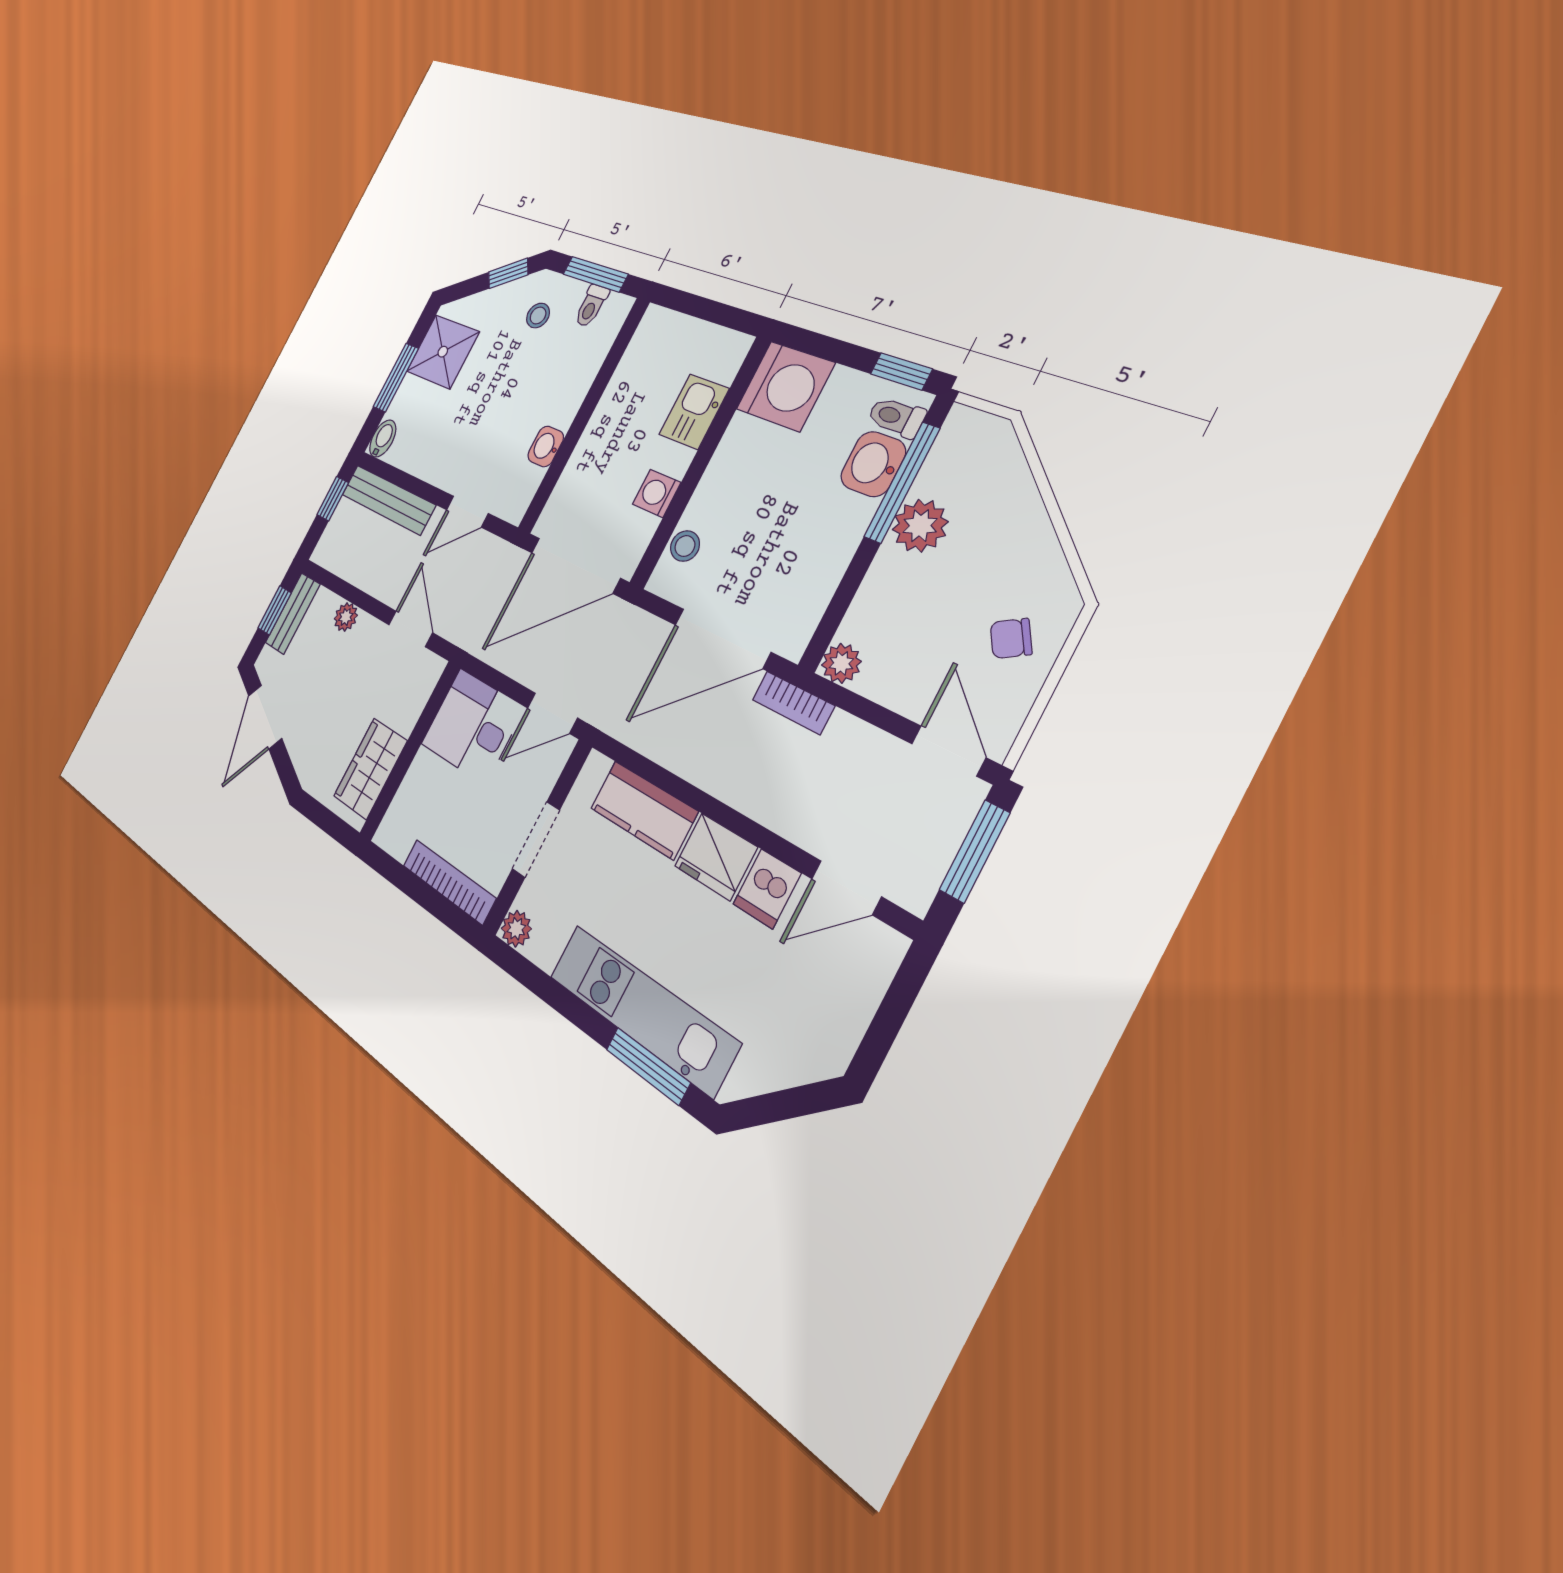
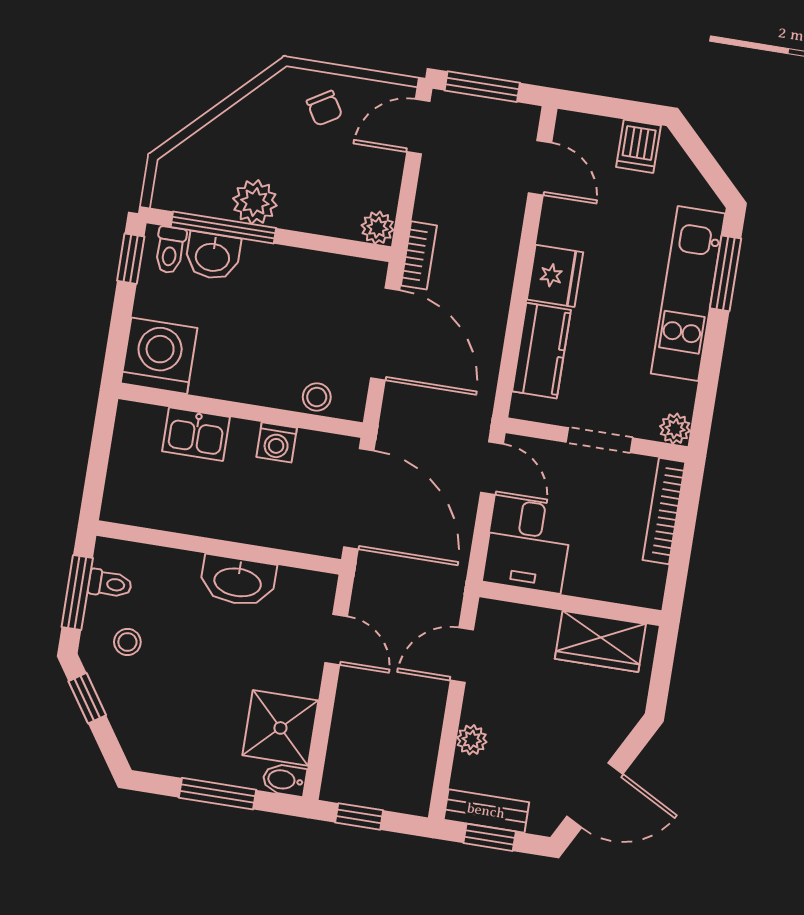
shower: (443, 352) -> (280, 728), moved
washbasin: (546, 446) -> (238, 581), width x1.91, depth x1.45
bench: (388, 500) -> (345, 742), removed
dishwasher: (767, 889) -> (638, 146), moved, turned 90

